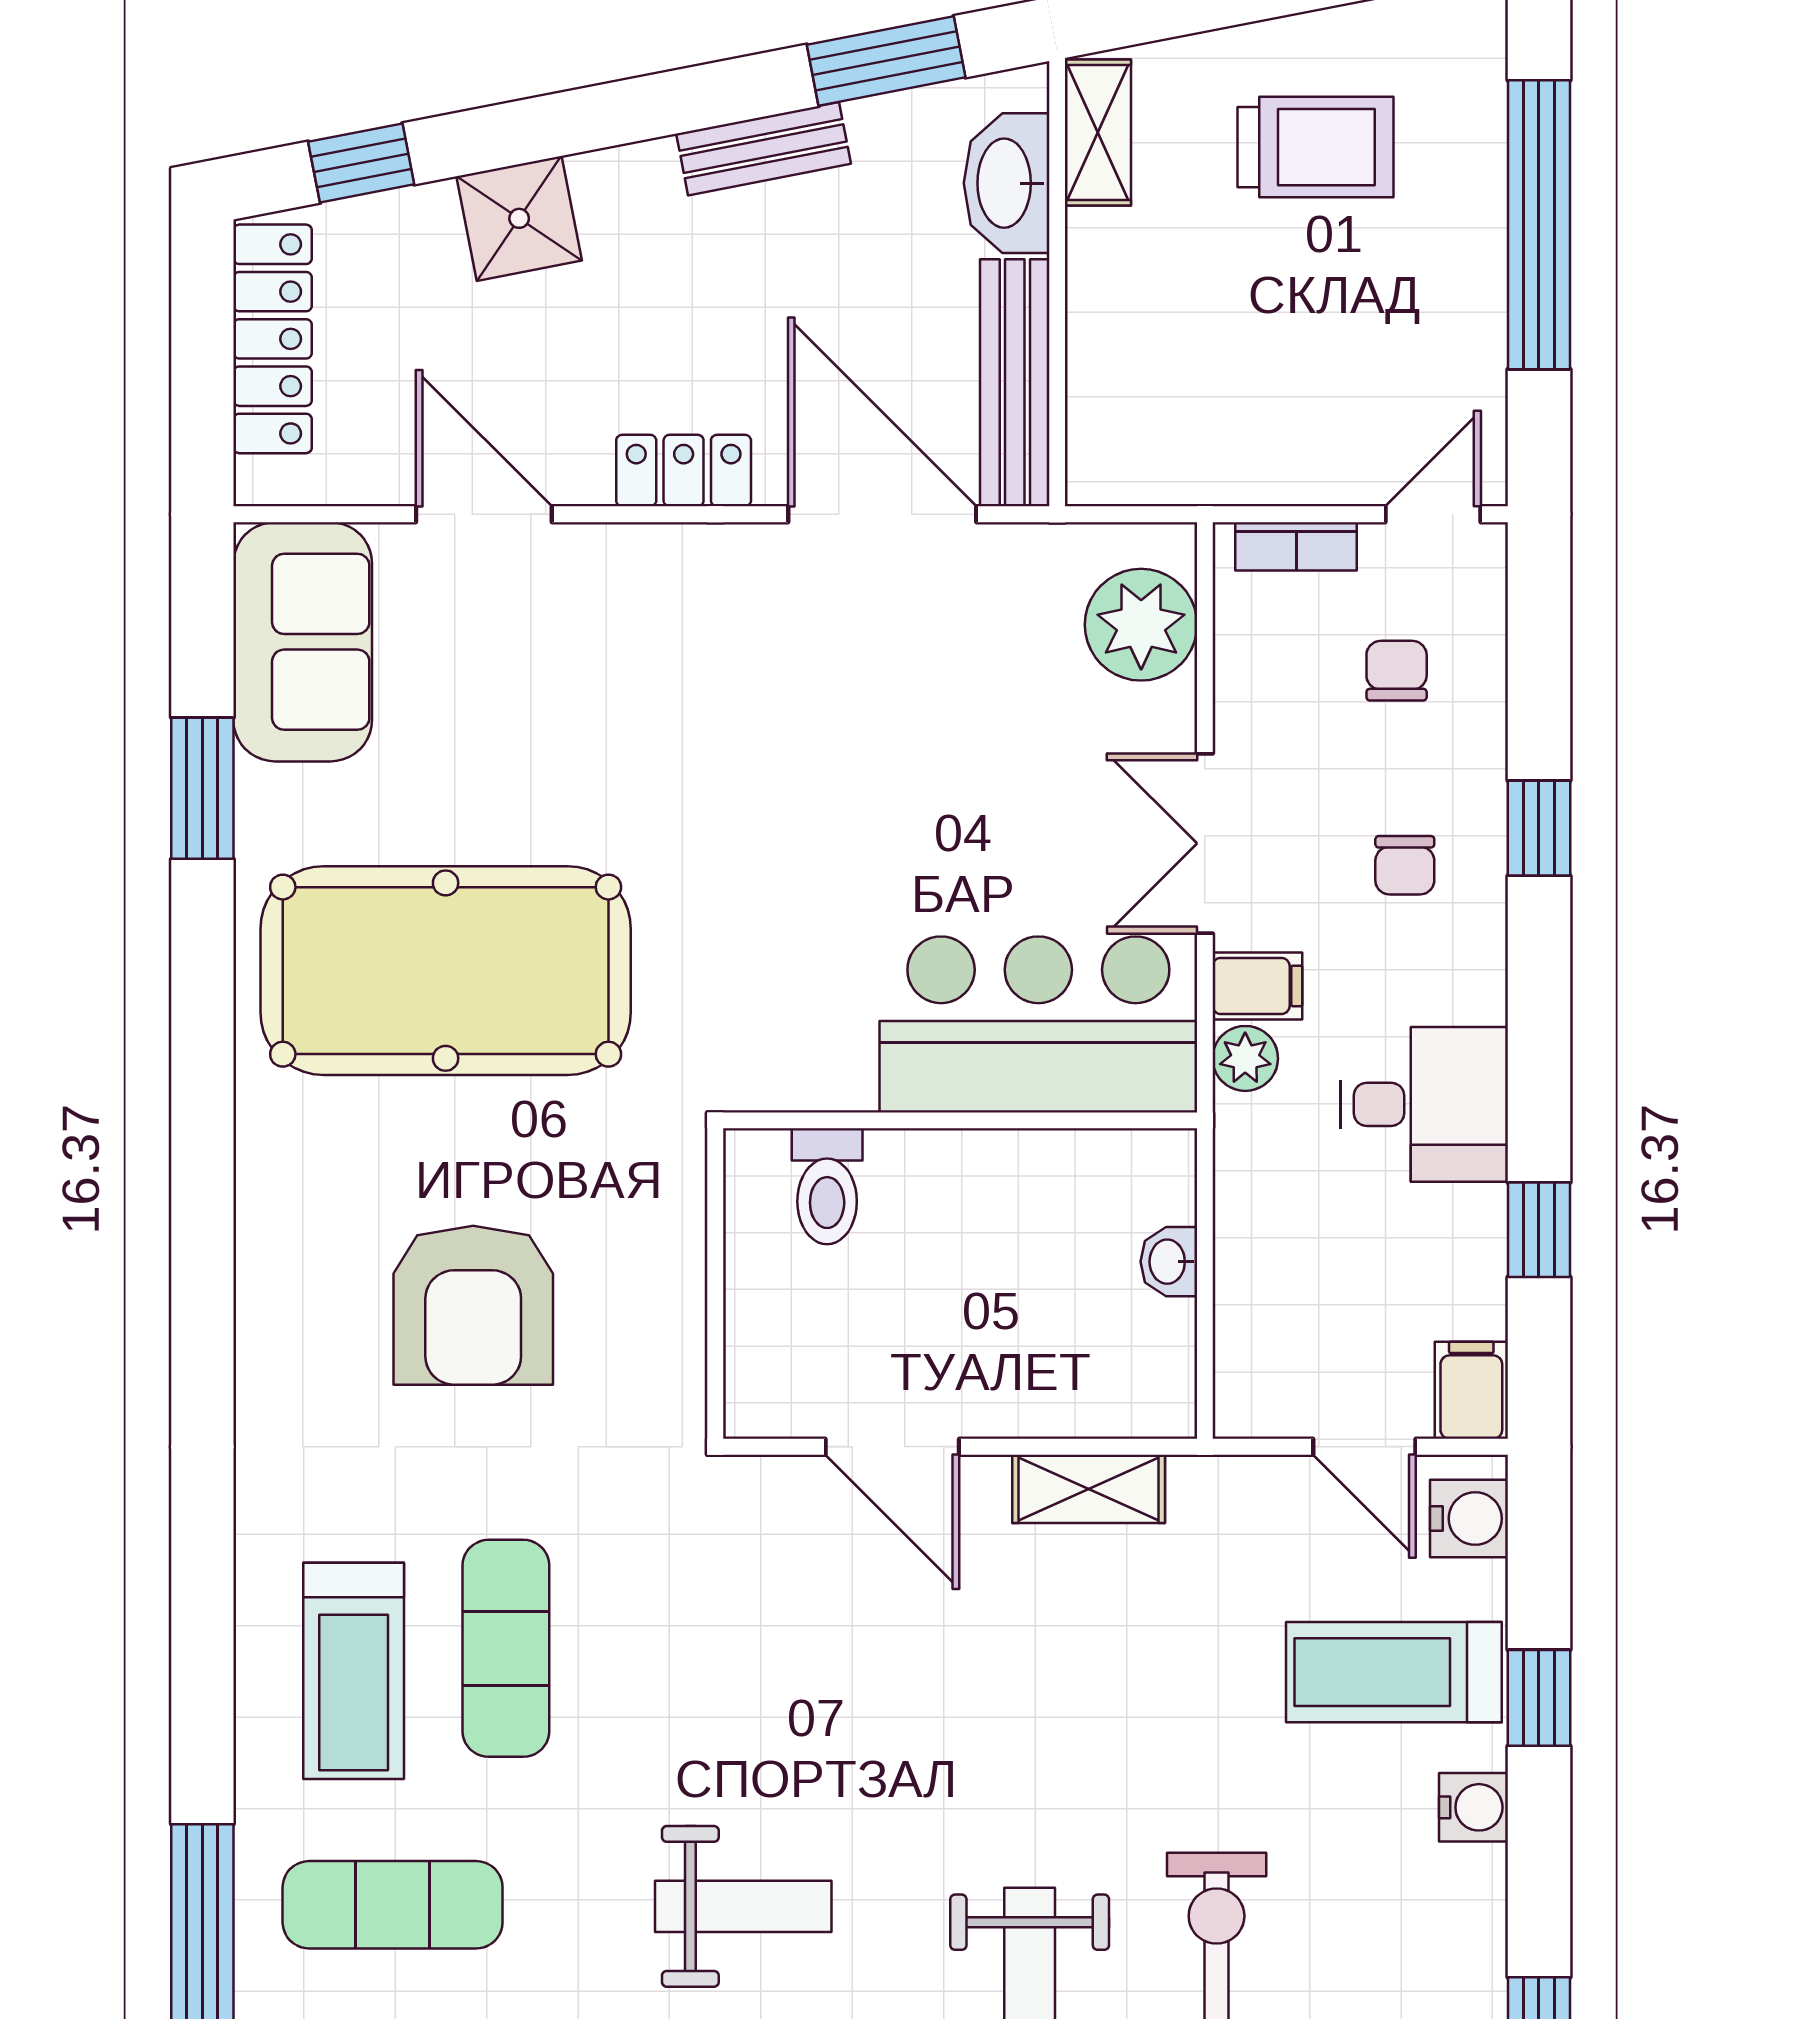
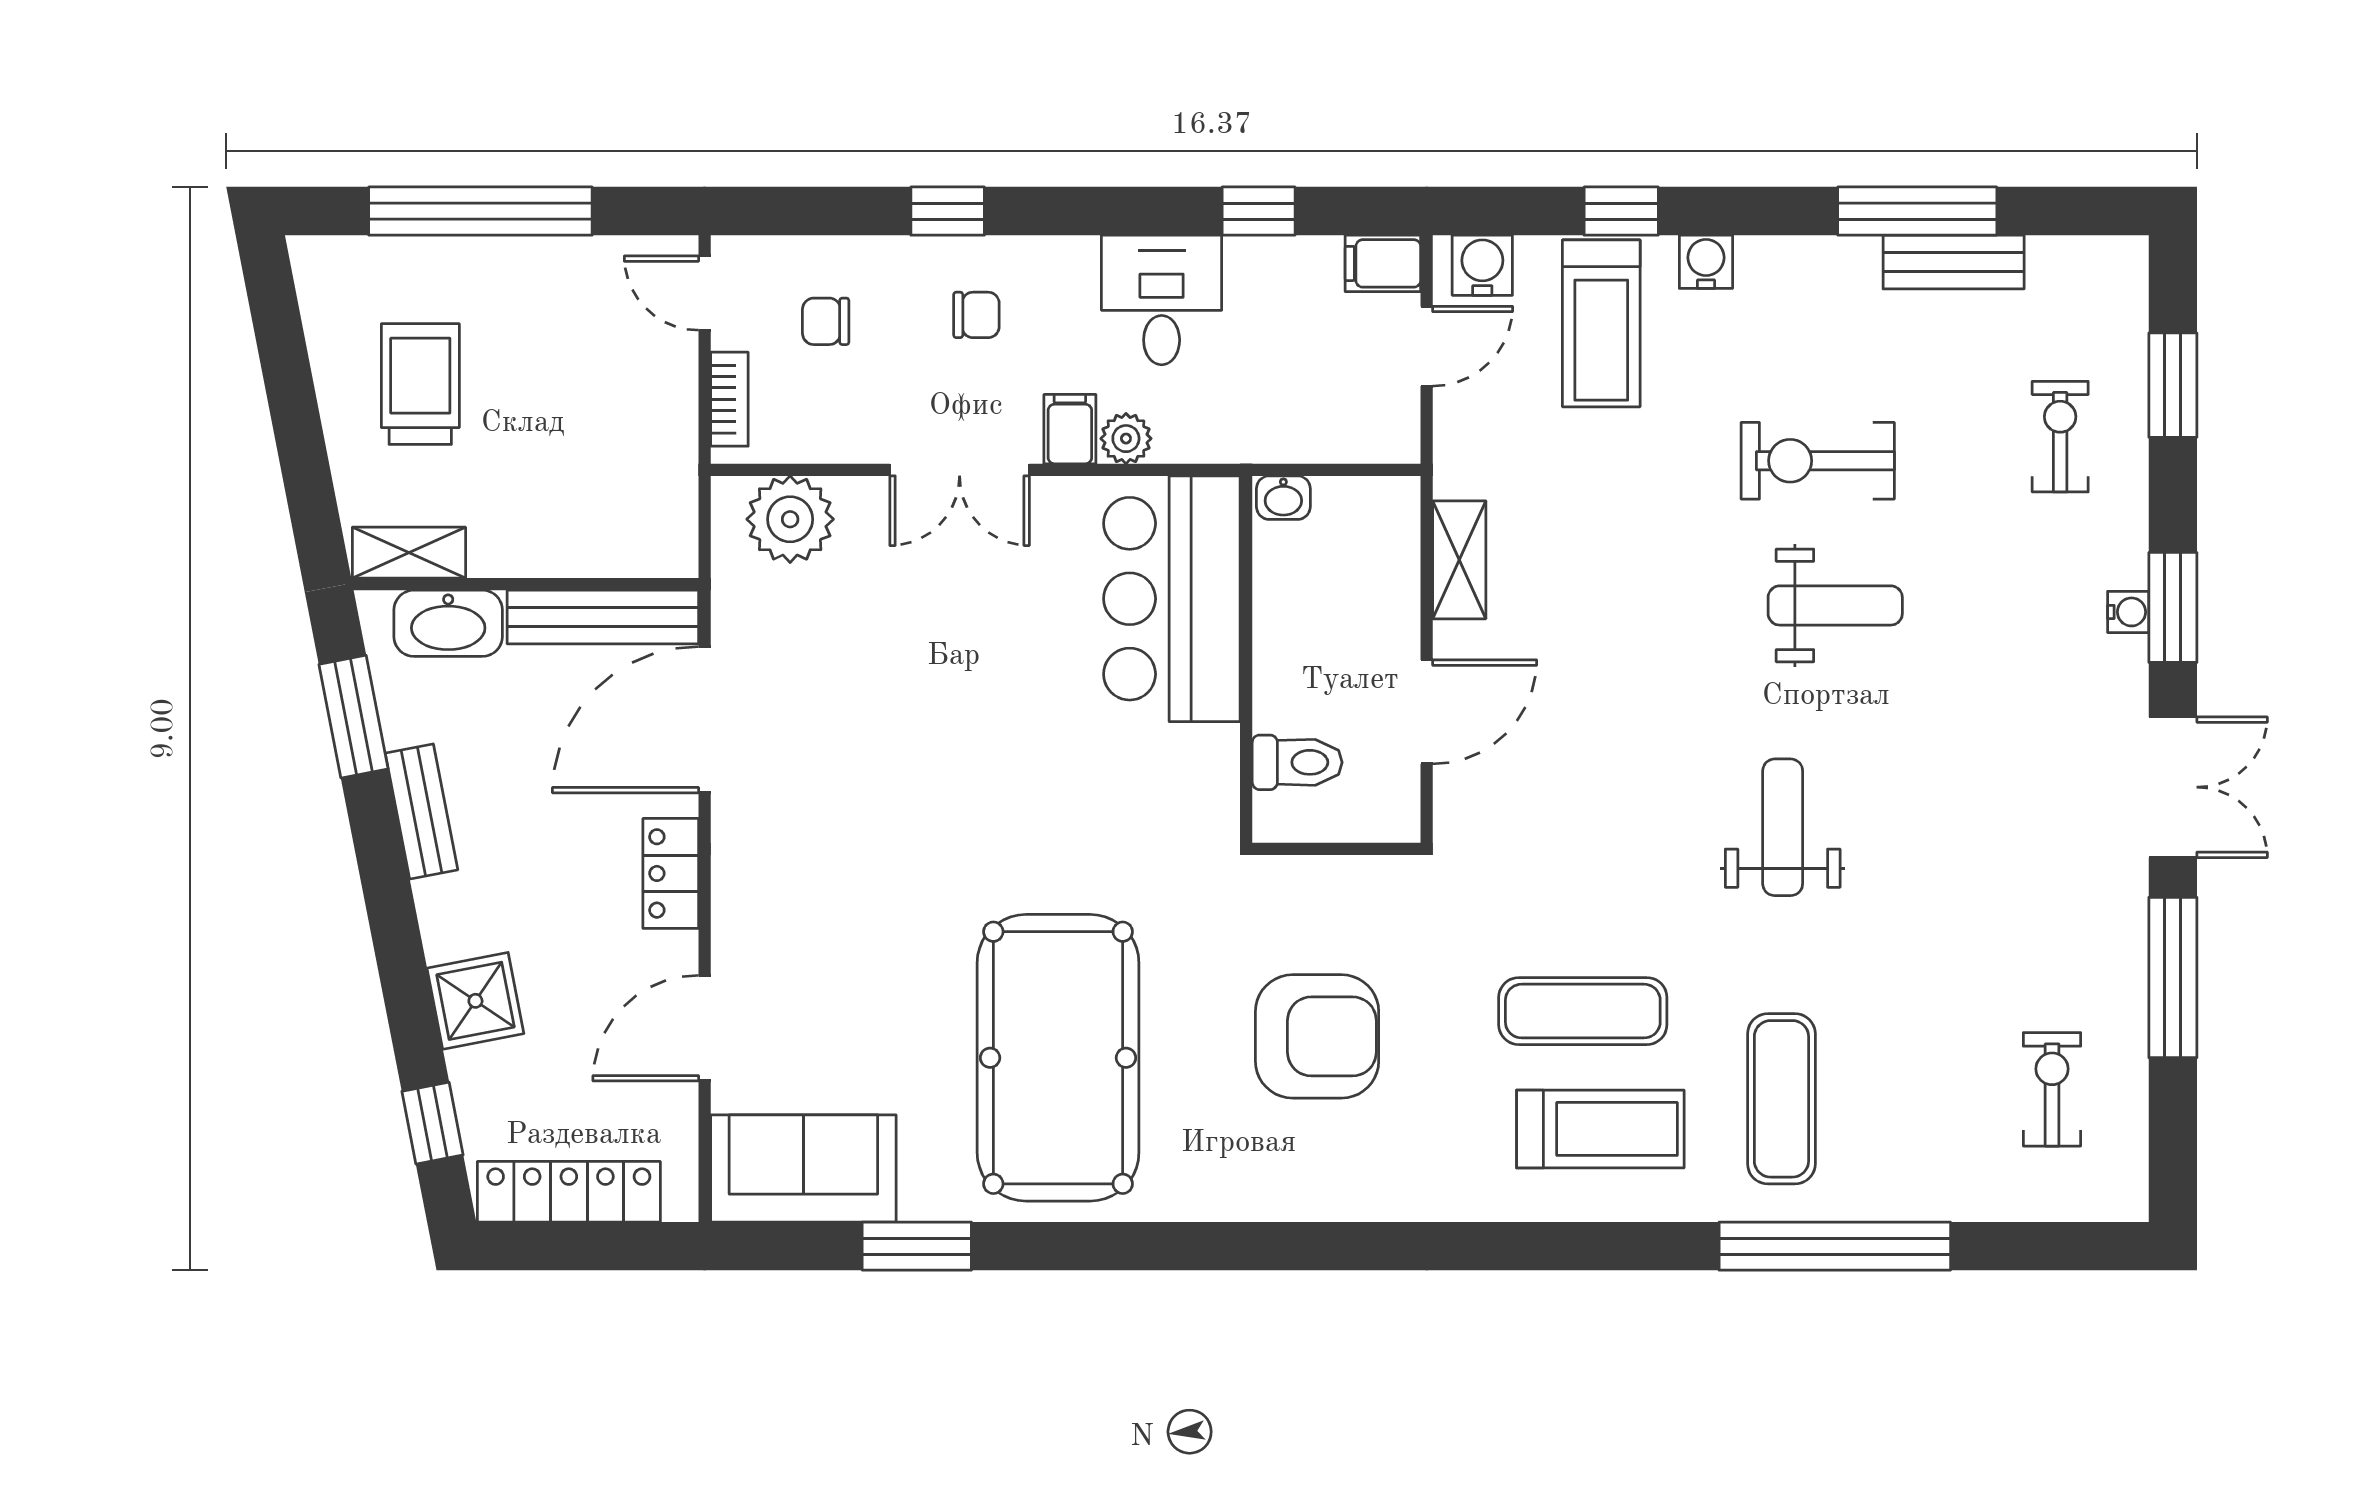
bar counter: (1038, 1024) -> (1172, 599), moved
wall: (960, 1120) -> (1246, 659), moved
toilet: (827, 1186) -> (1297, 762), moved

